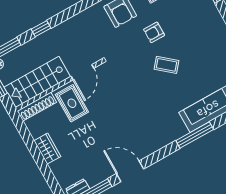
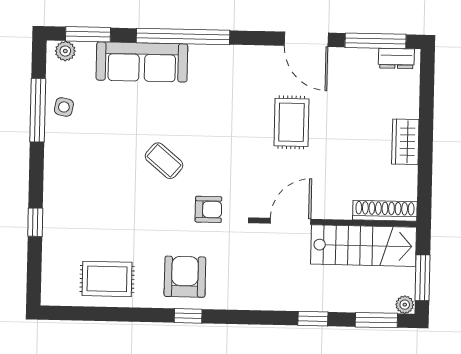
armchair: (154, 32) -> (208, 209), moved
rug: (72, 103) -> (291, 122), moved
window: (195, 135) -> (183, 36), width x1.46

